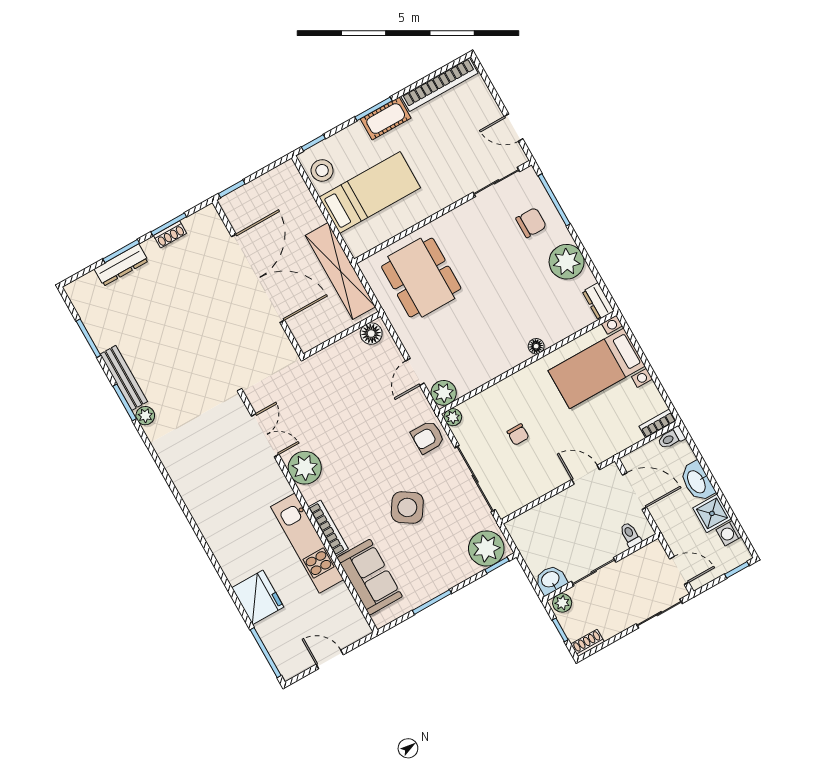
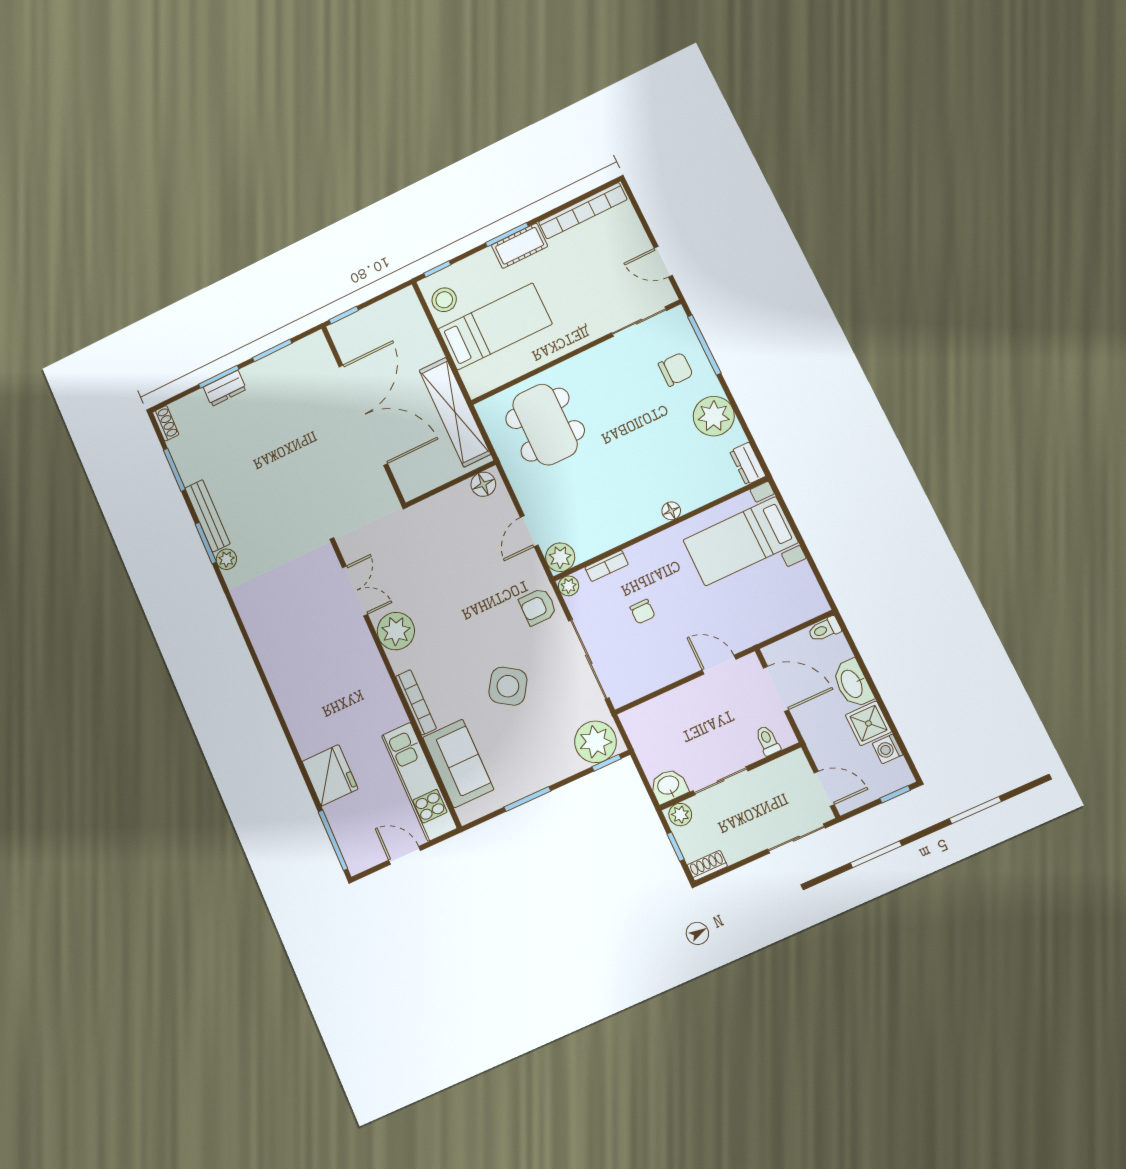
shoe rack: (170, 234) -> (166, 423), moved, turned -90
dresser: (121, 265) -> (225, 388), width x0.70
bookcase: (658, 424) -> (607, 566), moved, turned 180
kitchen unit: (307, 543) -> (419, 782), moved

